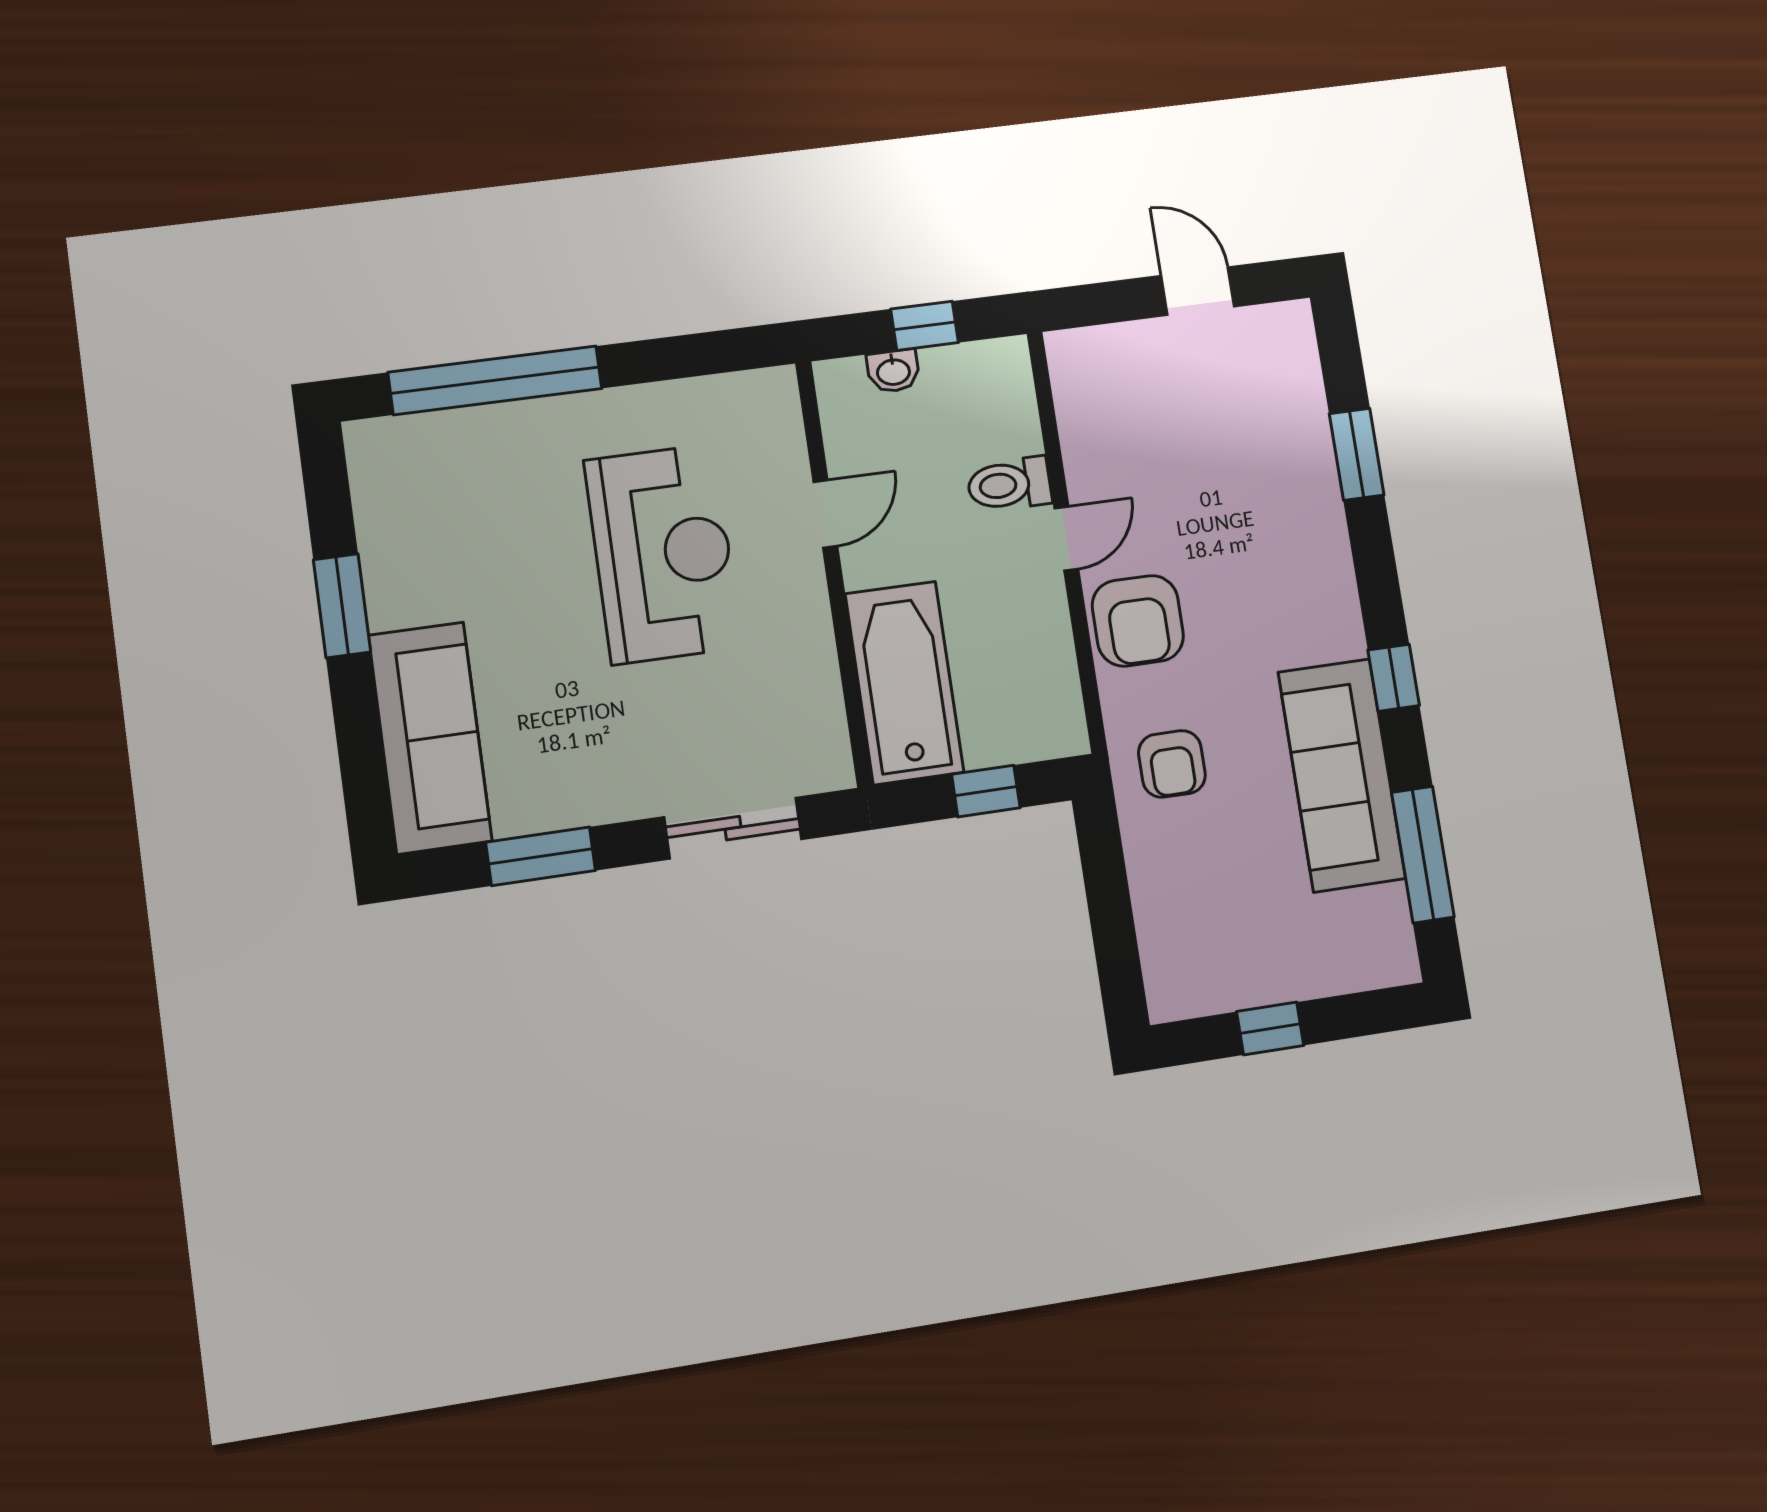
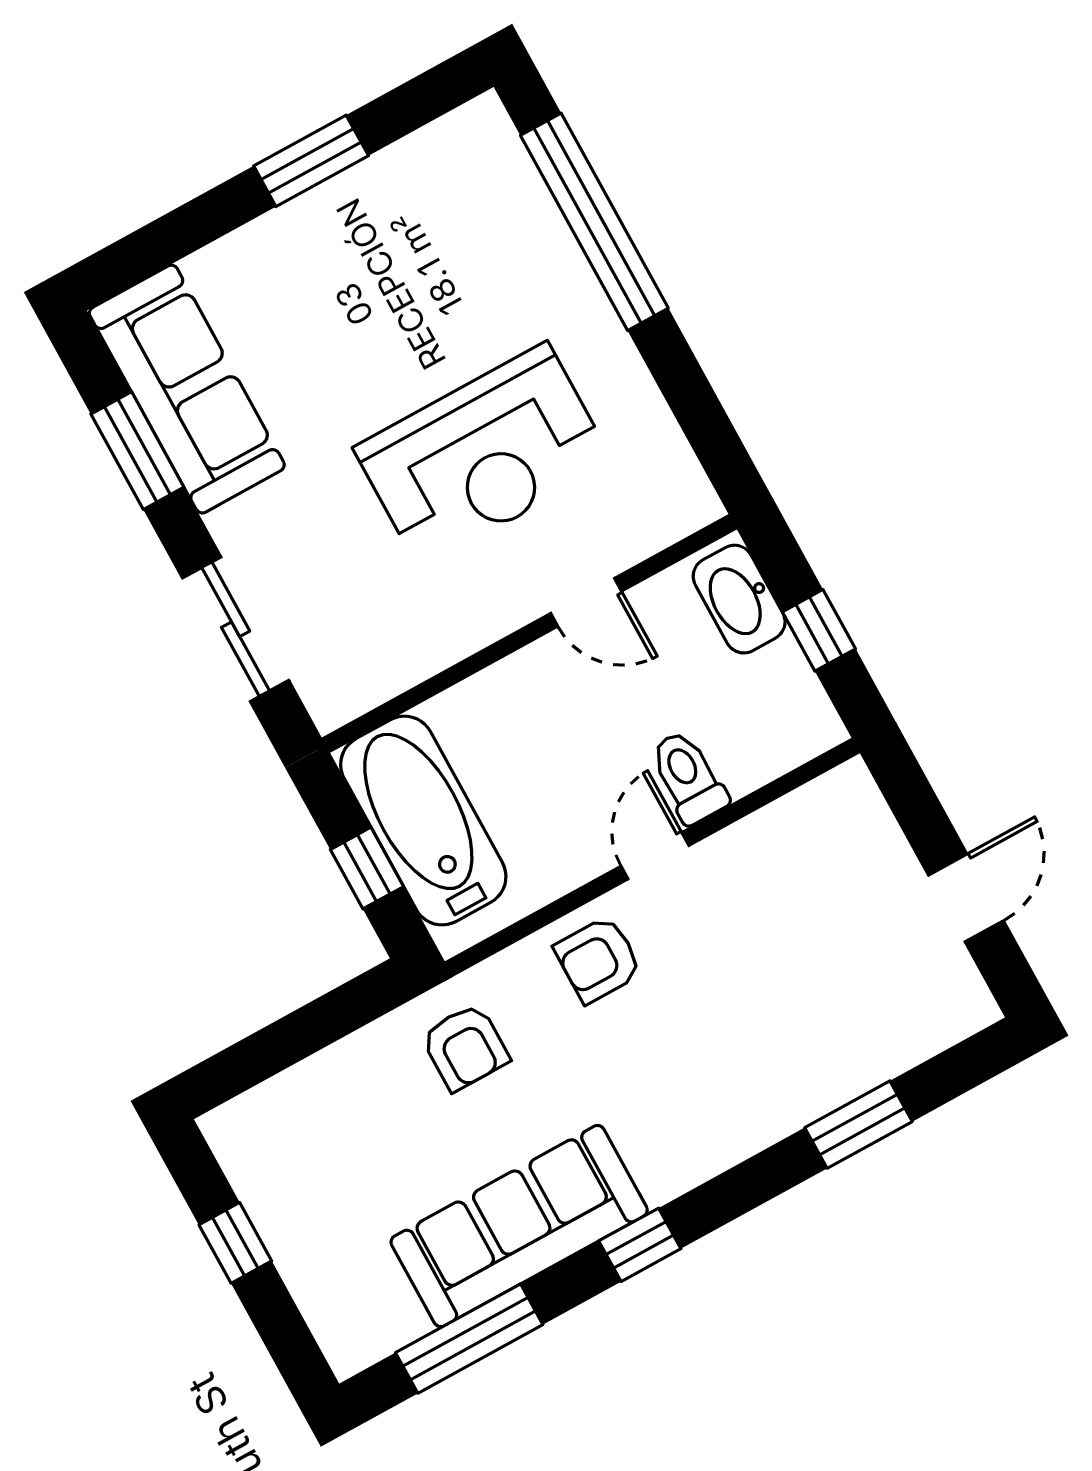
washbasin: (893, 371) -> (739, 599), width x1.91, depth x1.45
door: (1066, 538) -> (655, 856), swing flipped
armchair: (1138, 621) -> (598, 960), width x0.72, depth x0.72
bathtub: (904, 683) -> (423, 821), moved, turned -90
sofa: (430, 738) -> (187, 389), moved, turned -90
armchair: (1172, 764) -> (465, 1047), turned -90

